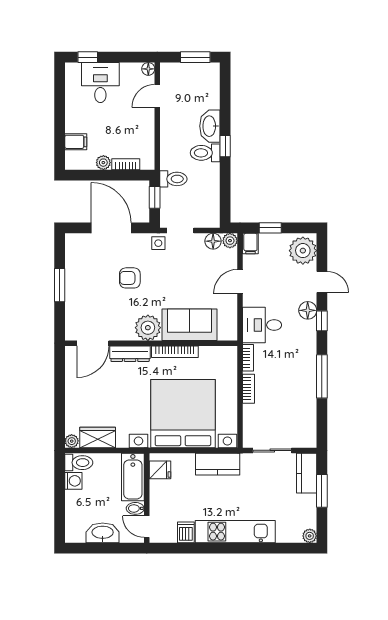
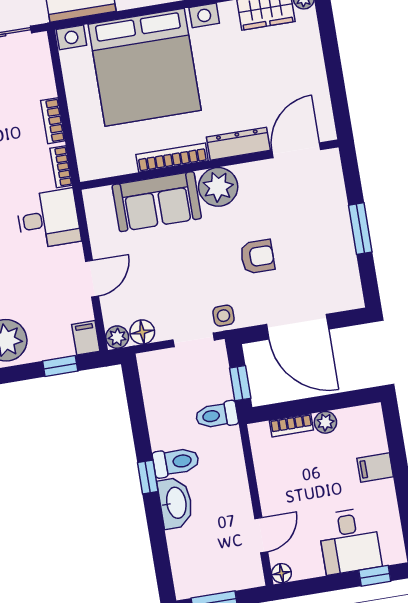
filing cabinet: (76, 142) -> (375, 468), moved

